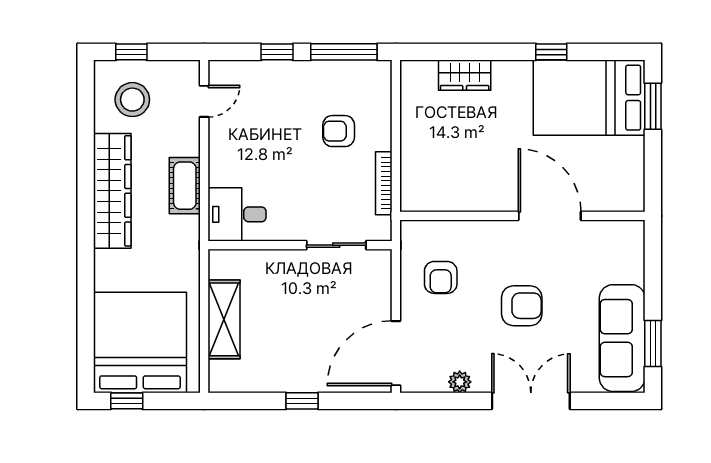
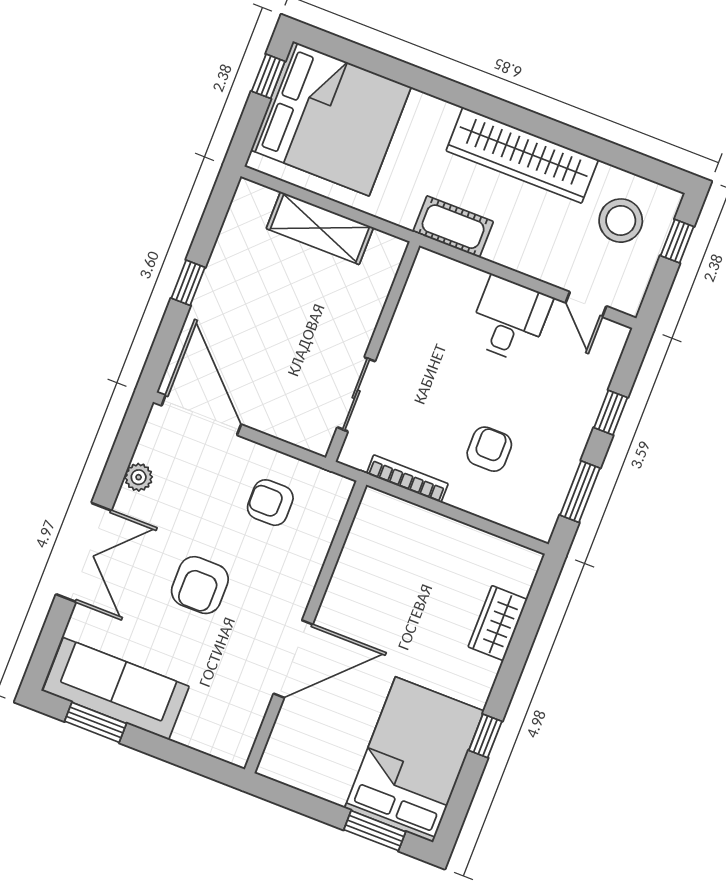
window: (344, 52) -> (580, 492), width x0.69
cot: (185, 186) -> (453, 227), moved
desk: (237, 214) -> (510, 319), moved

